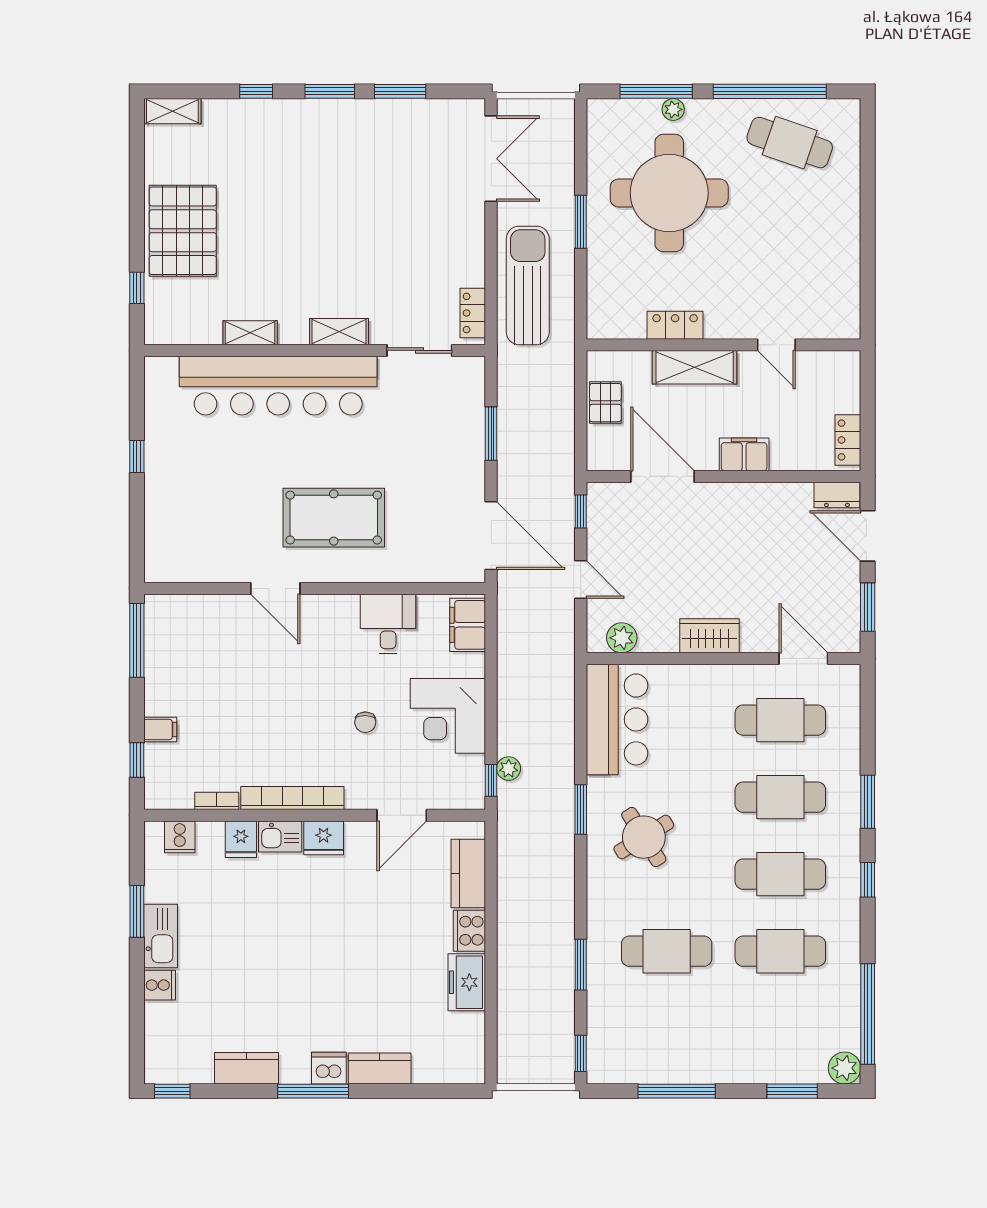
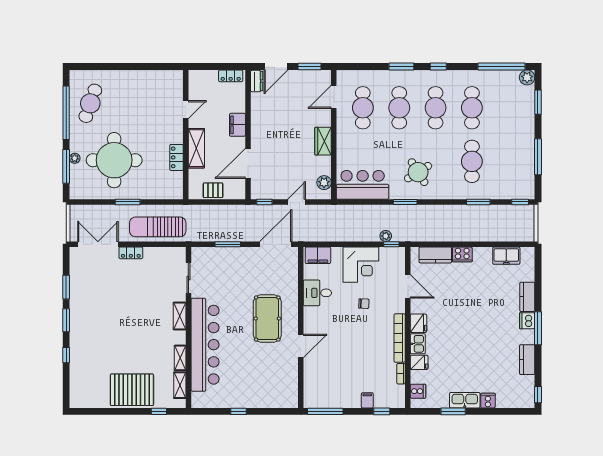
shelving: (172, 111) -> (180, 385), moved
locker: (473, 313) -> (131, 253), moved
freezer: (467, 982) -> (506, 256), moved

